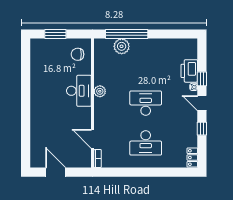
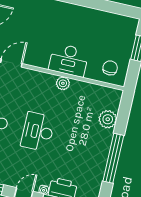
window: (127, 34) -> (113, 158), moved
desk: (146, 103) -> (38, 132), turned 180

